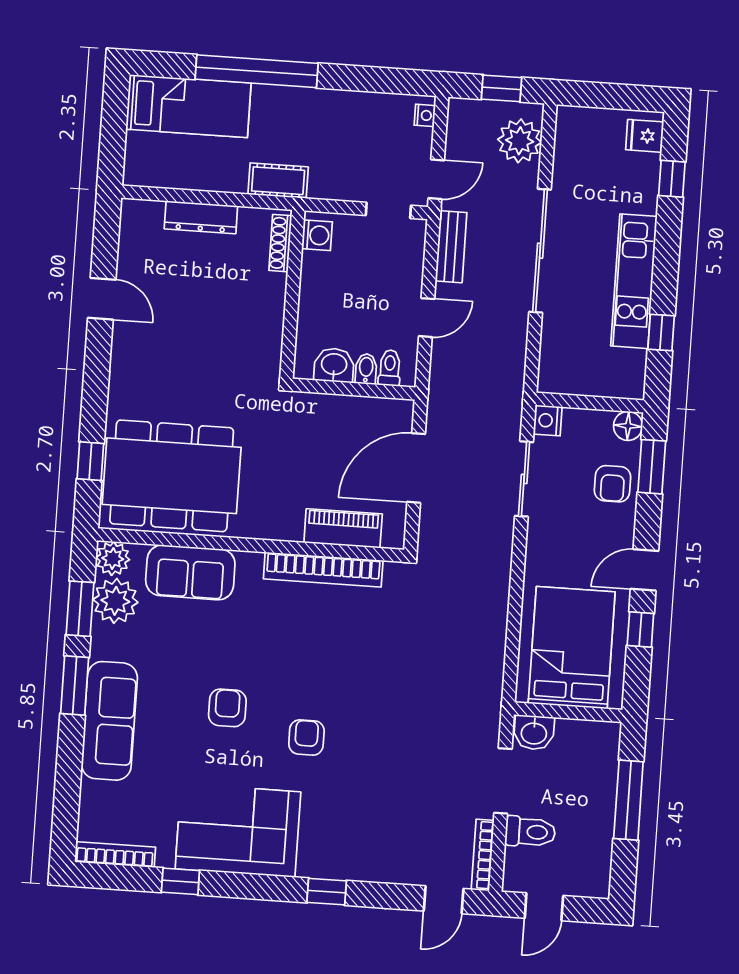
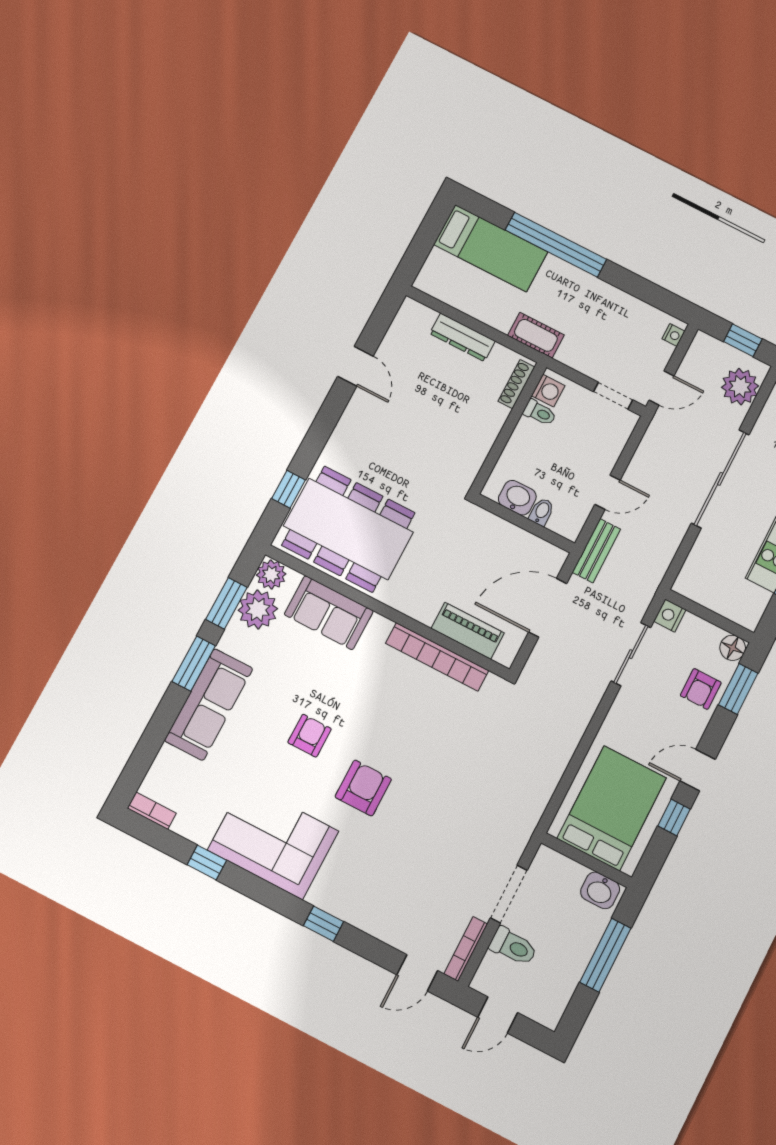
bench: (451, 247) -> (596, 551), moved
toilet: (390, 368) -> (540, 413), moved, turned 90
washbasin: (534, 733) -> (600, 890), moved
armchair: (306, 737) -> (363, 788), width x1.38, depth x1.38
bookcase: (115, 855) -> (152, 811), width x0.64

